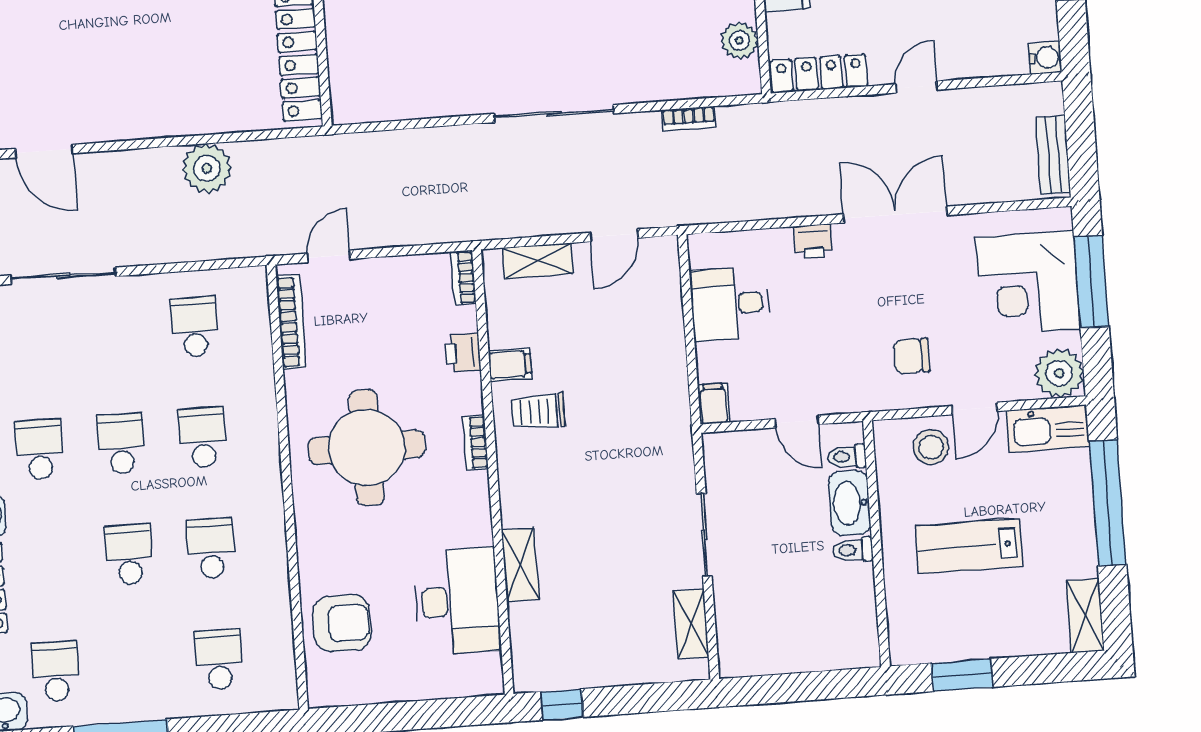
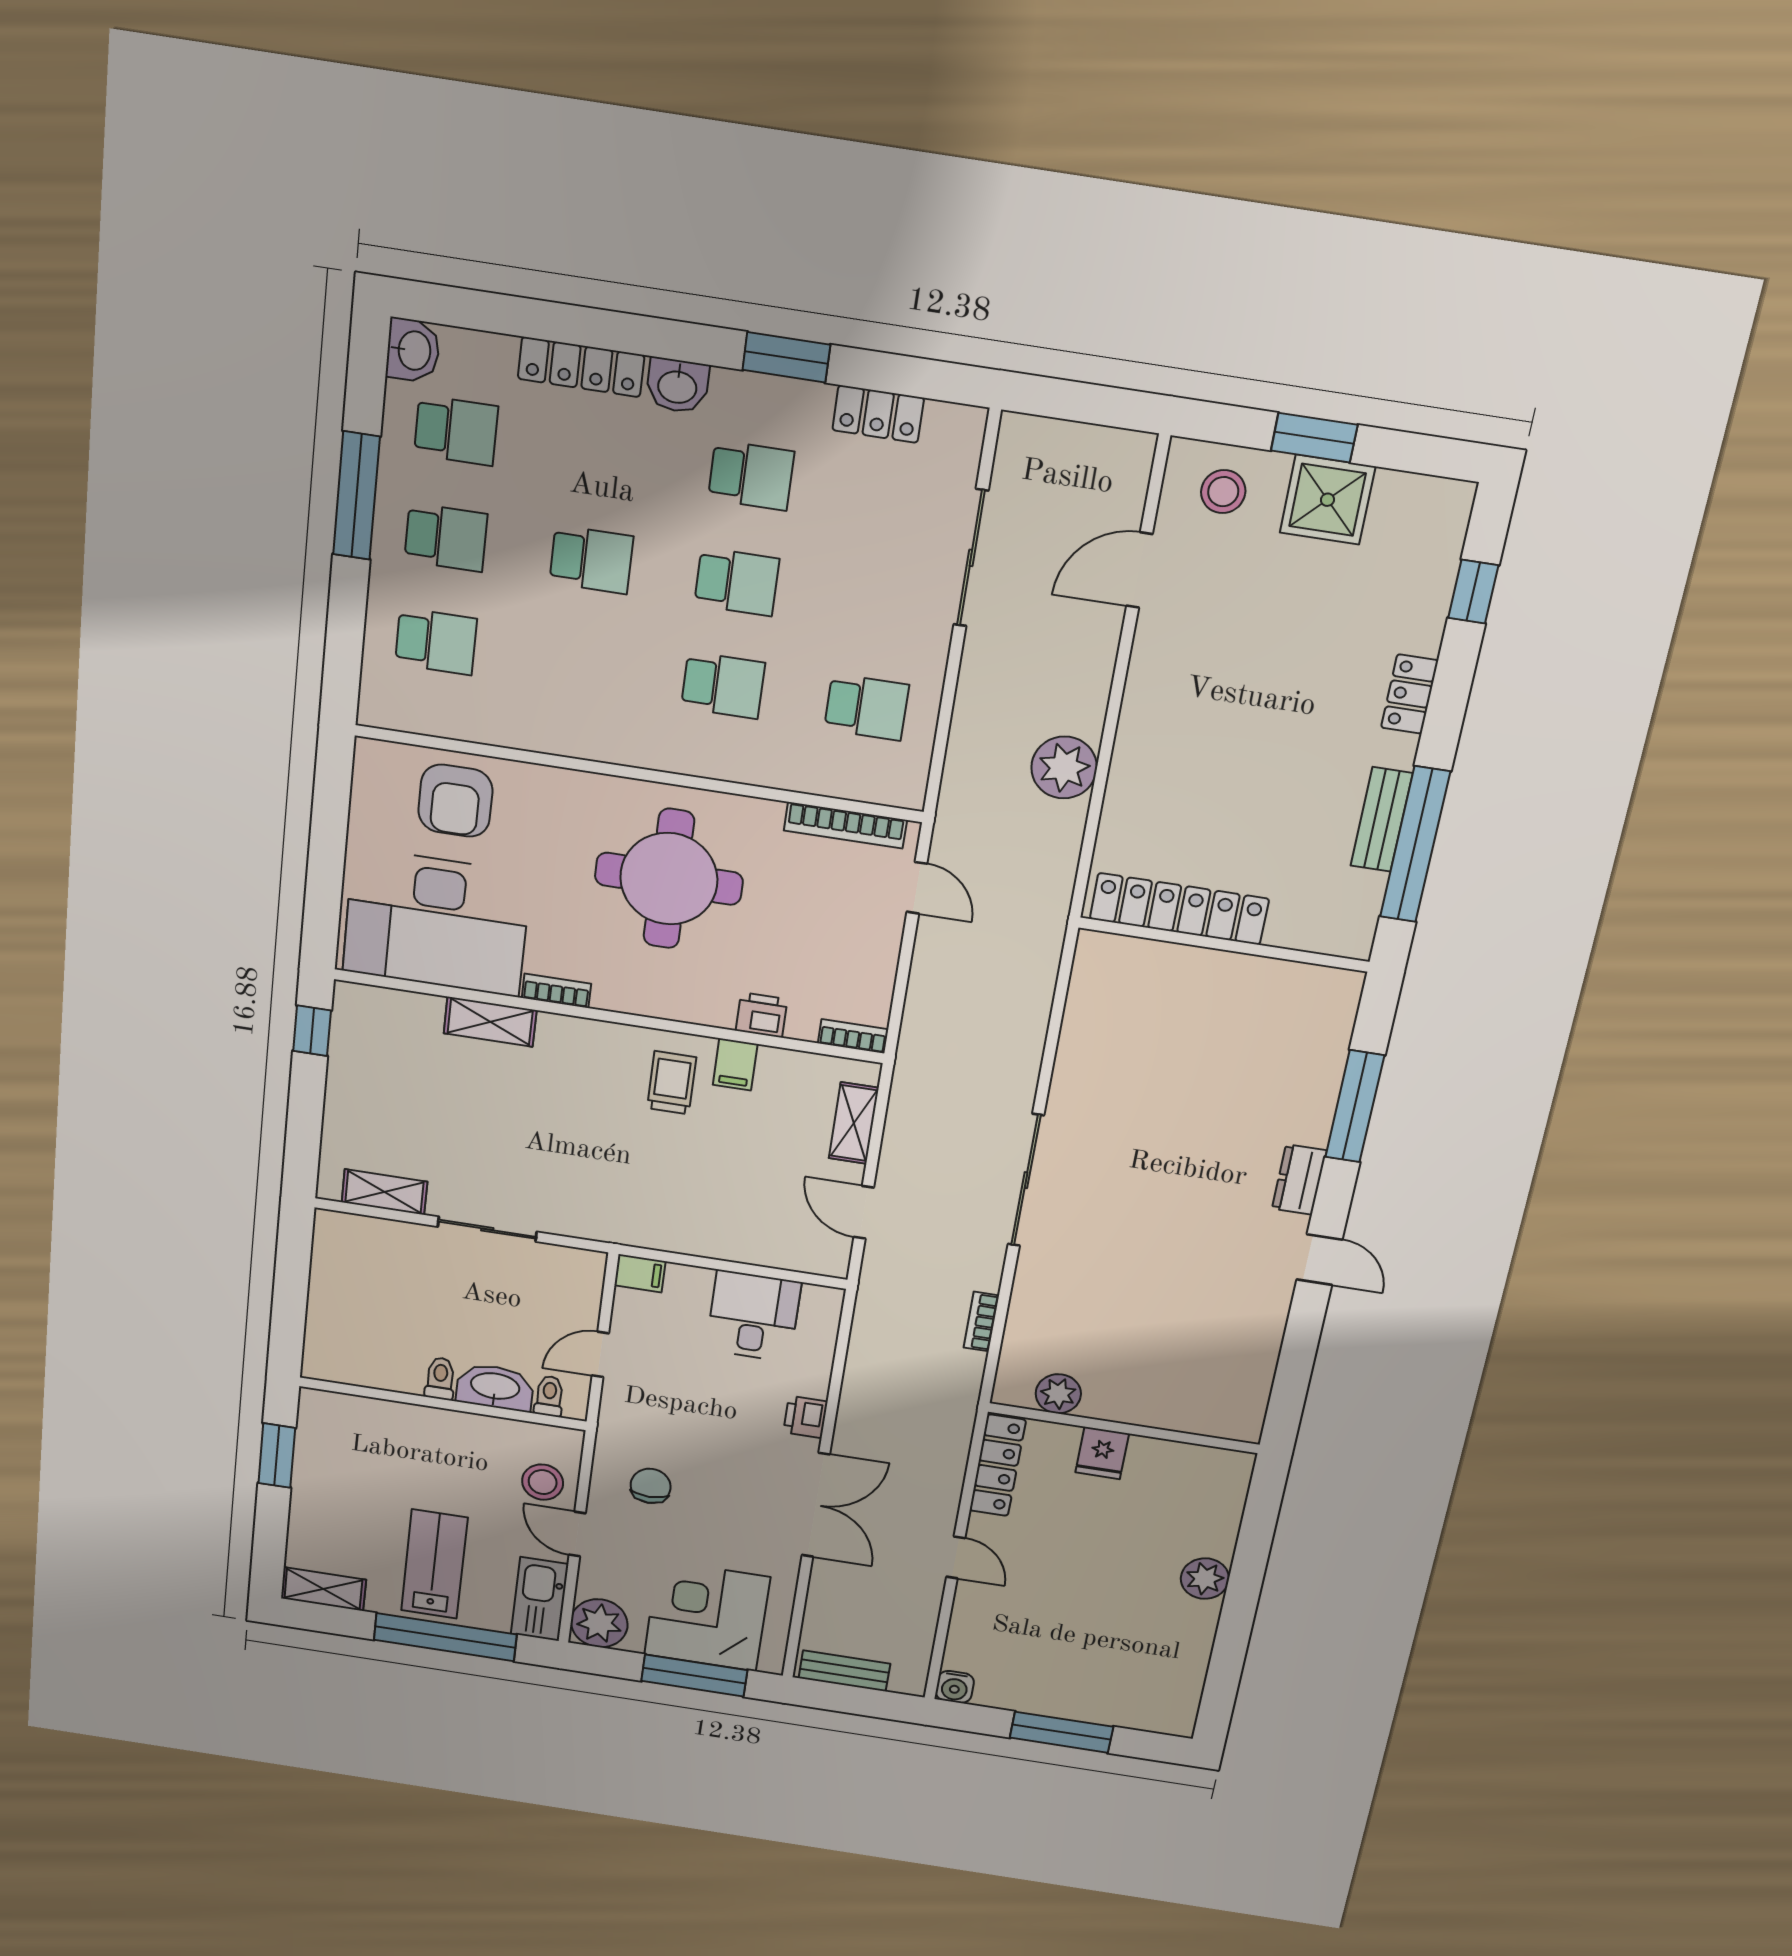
bookcase: (476, 442) -> (556, 991), moved
lab bench: (969, 546) -> (434, 1564), moved
school desk: (211, 548) -> (446, 537), moved
desk: (457, 601) -> (436, 922), width x1.36, depth x1.30

